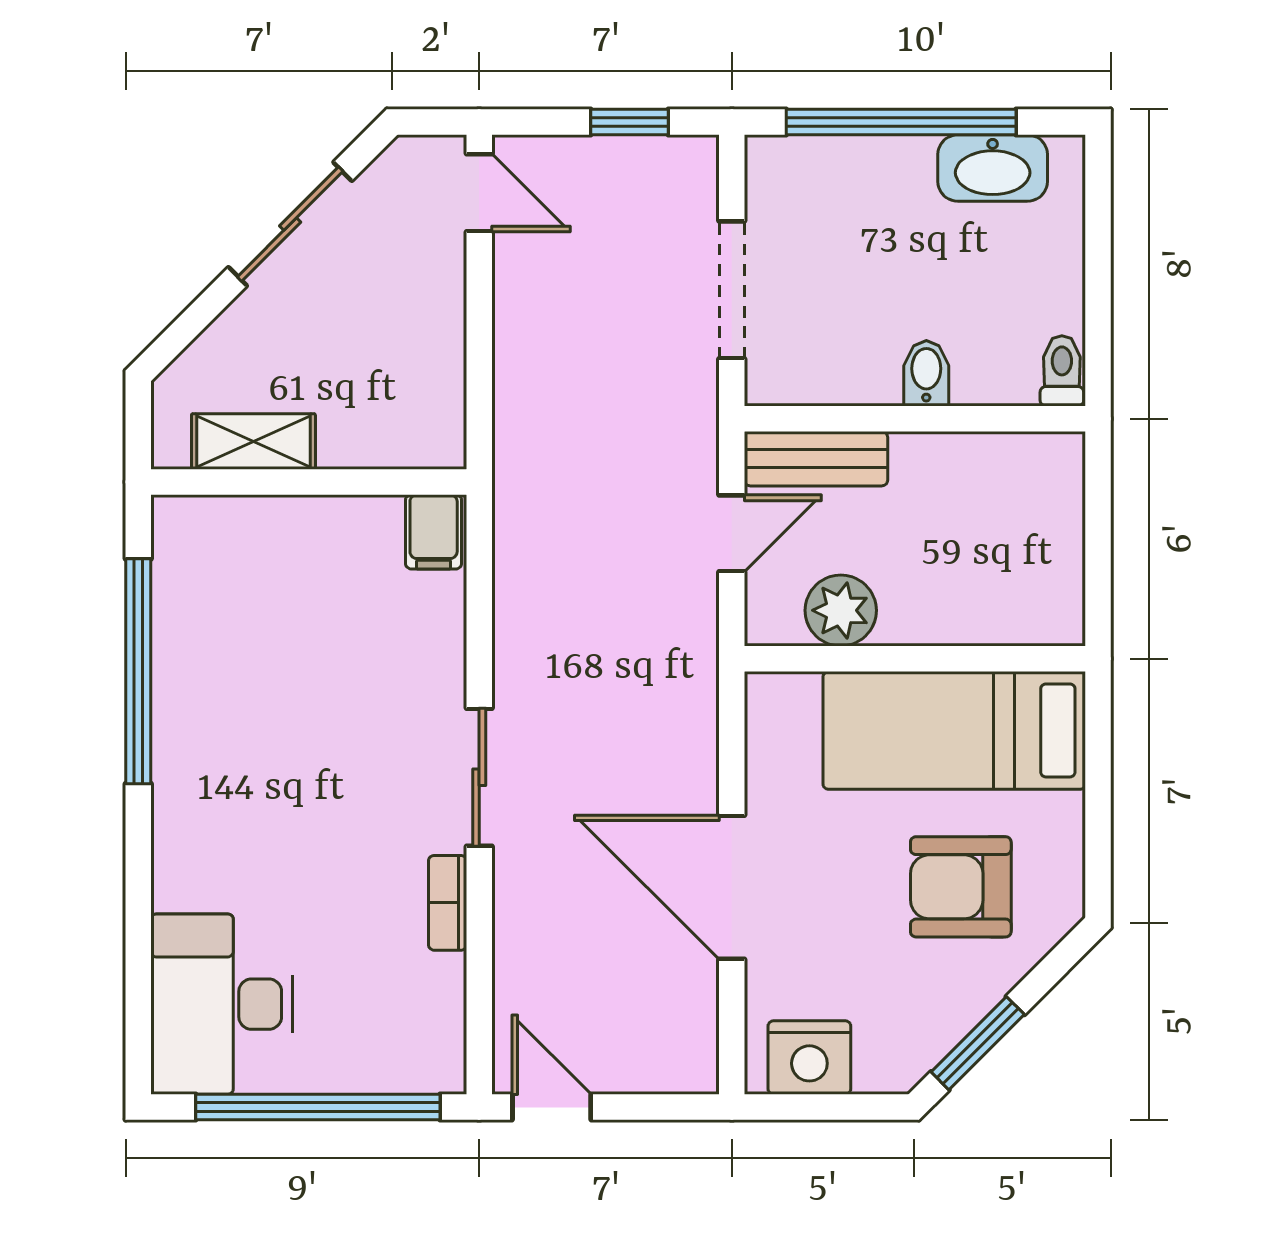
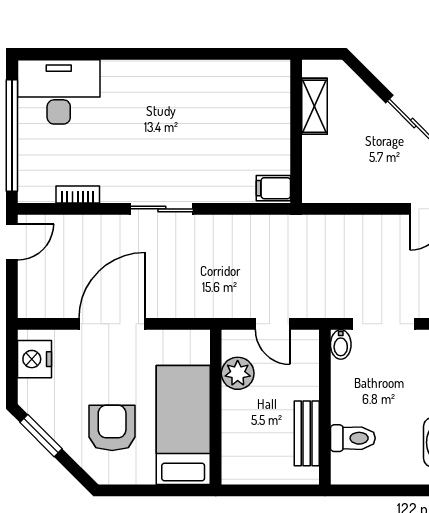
toilet: (1062, 371) -> (353, 438), moved, width x1.37, depth x1.39
bidet: (926, 373) -> (341, 344), moved, turned 90
bench: (816, 459) -> (307, 433), moved
window: (138, 671) -> (210, 54), removed
bookcase: (448, 903) -> (78, 195), moved

